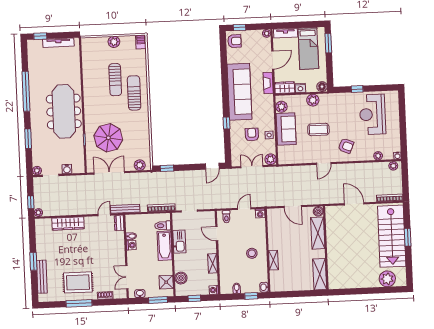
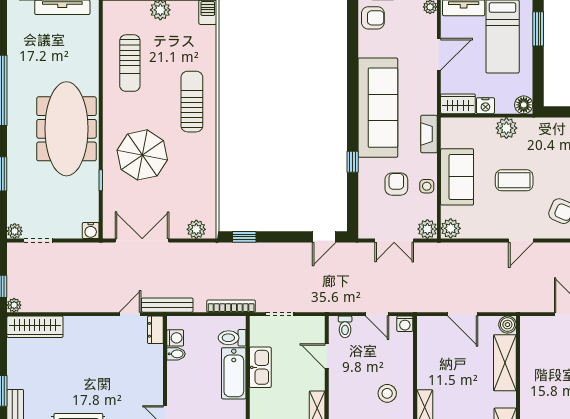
sun lounger: (115, 80) -> (130, 63), moved
fireplace: (268, 83) -> (429, 134), moved
plant: (281, 107) -> (451, 228), moved
parasol: (108, 138) -> (142, 155), moved
double door: (252, 167) -> (394, 241), swing flipped
water cooler: (67, 169) -> (91, 231), moved
door: (244, 209) -> (377, 314), swing flipped
wardrobe: (68, 224) -> (35, 327), moved
washing machine: (131, 245) -> (175, 338), moved

